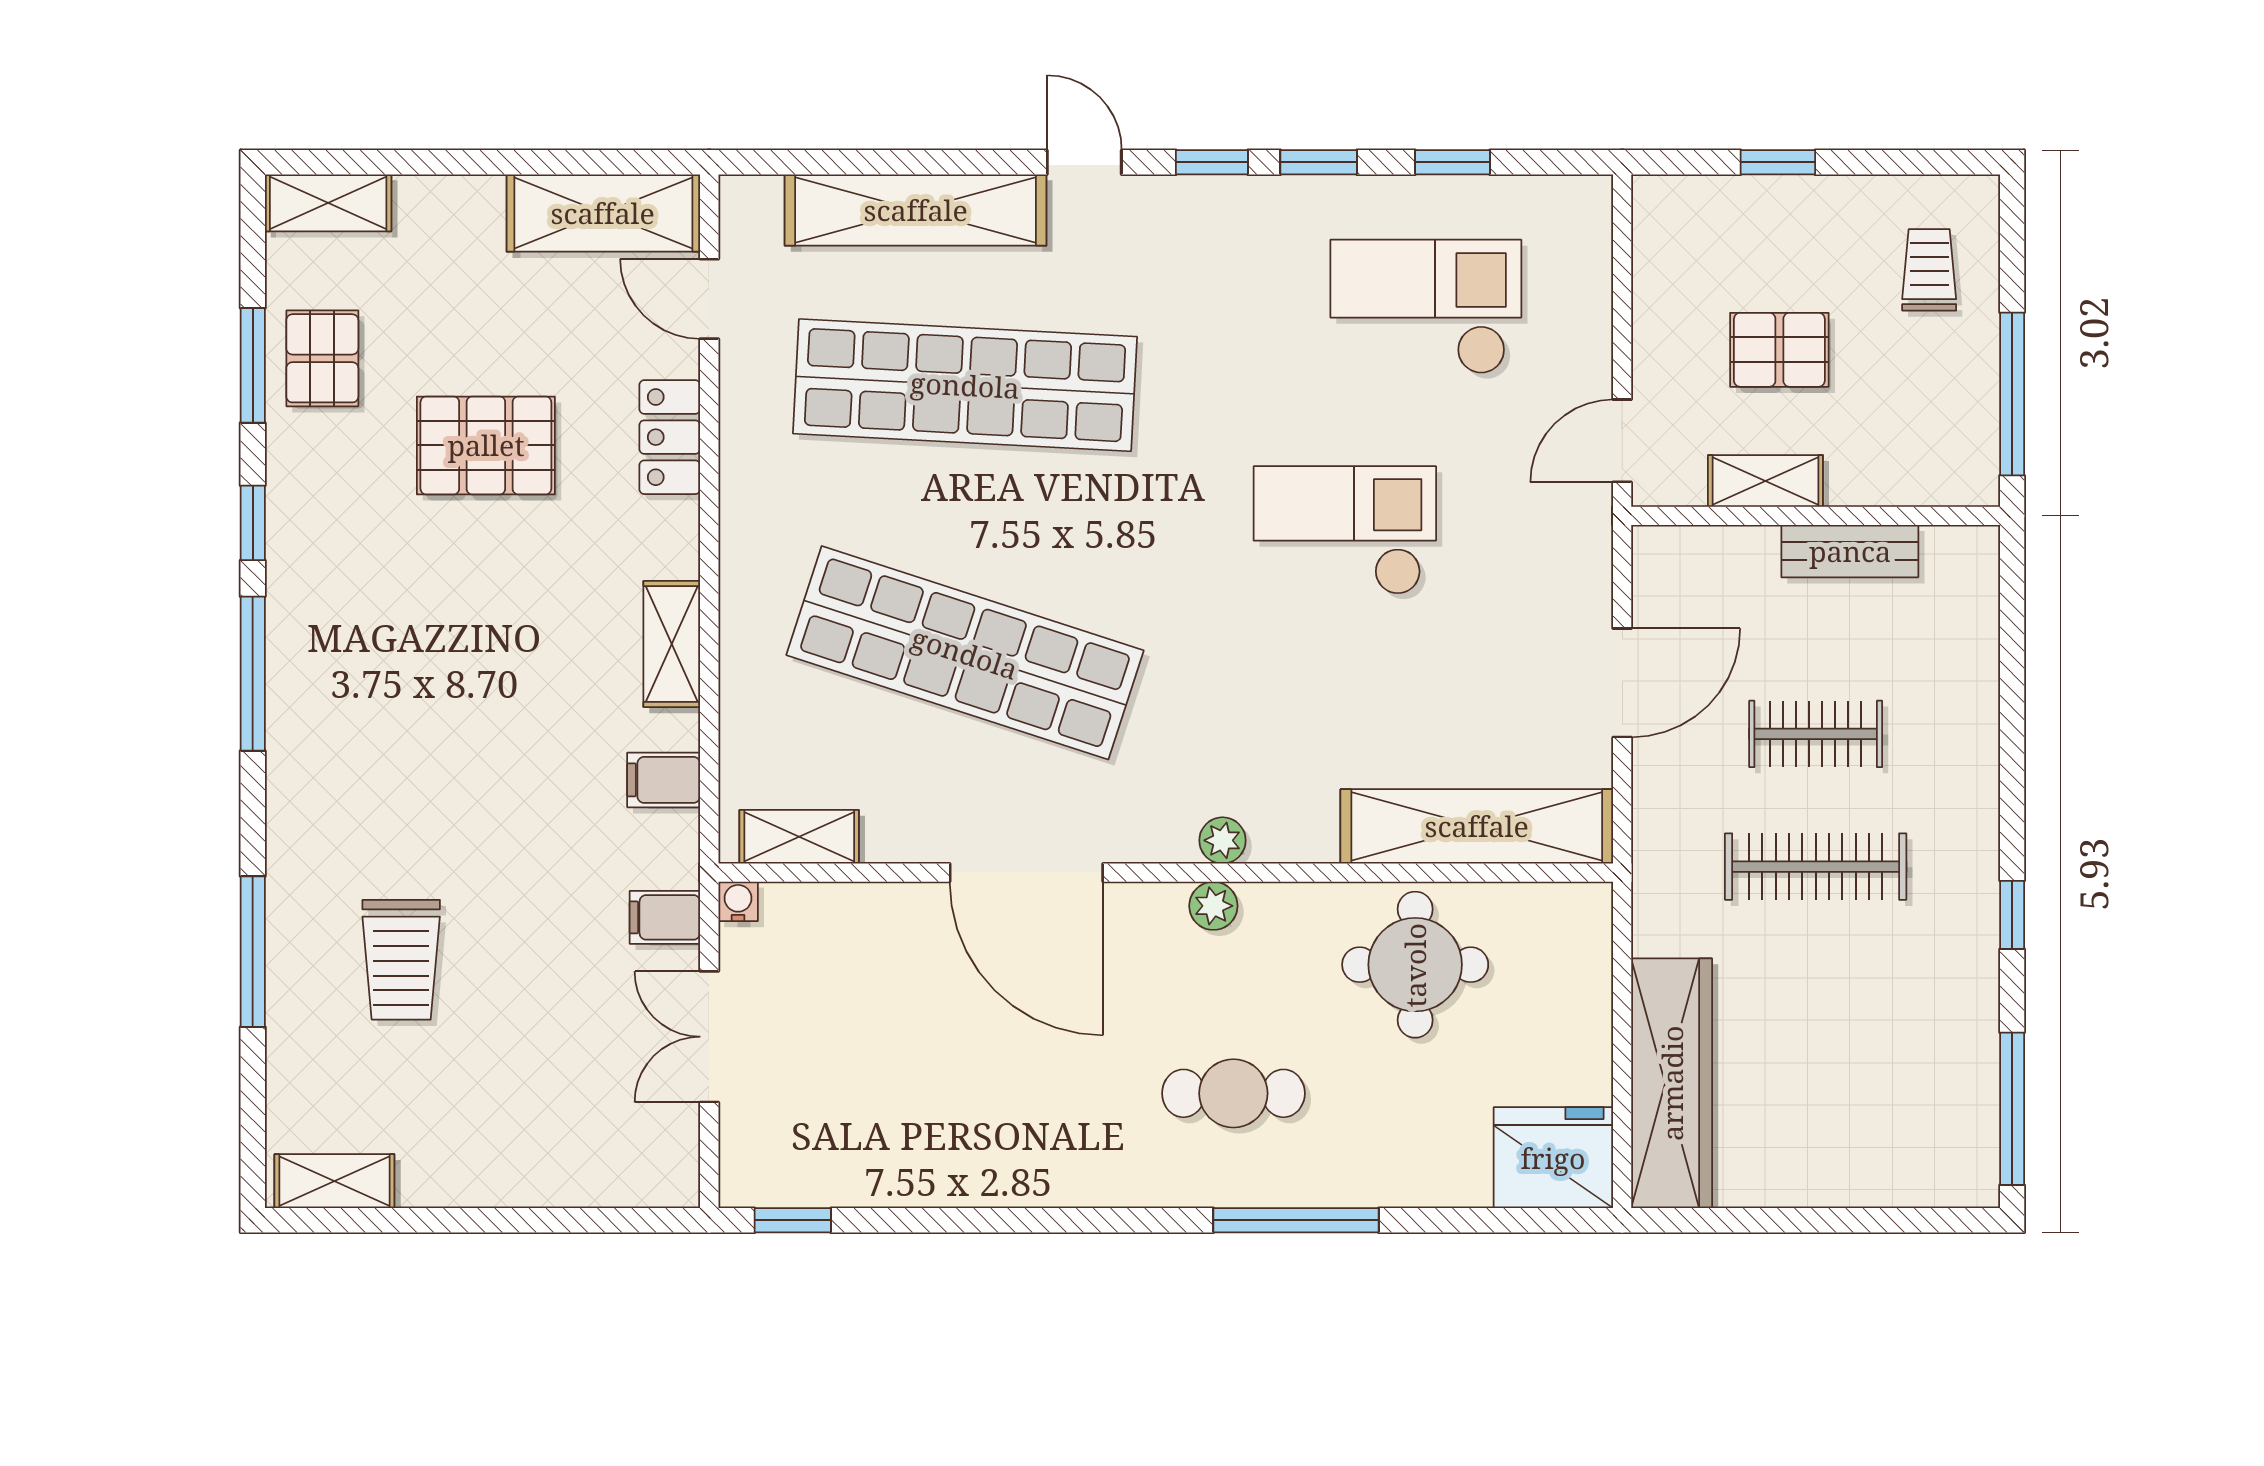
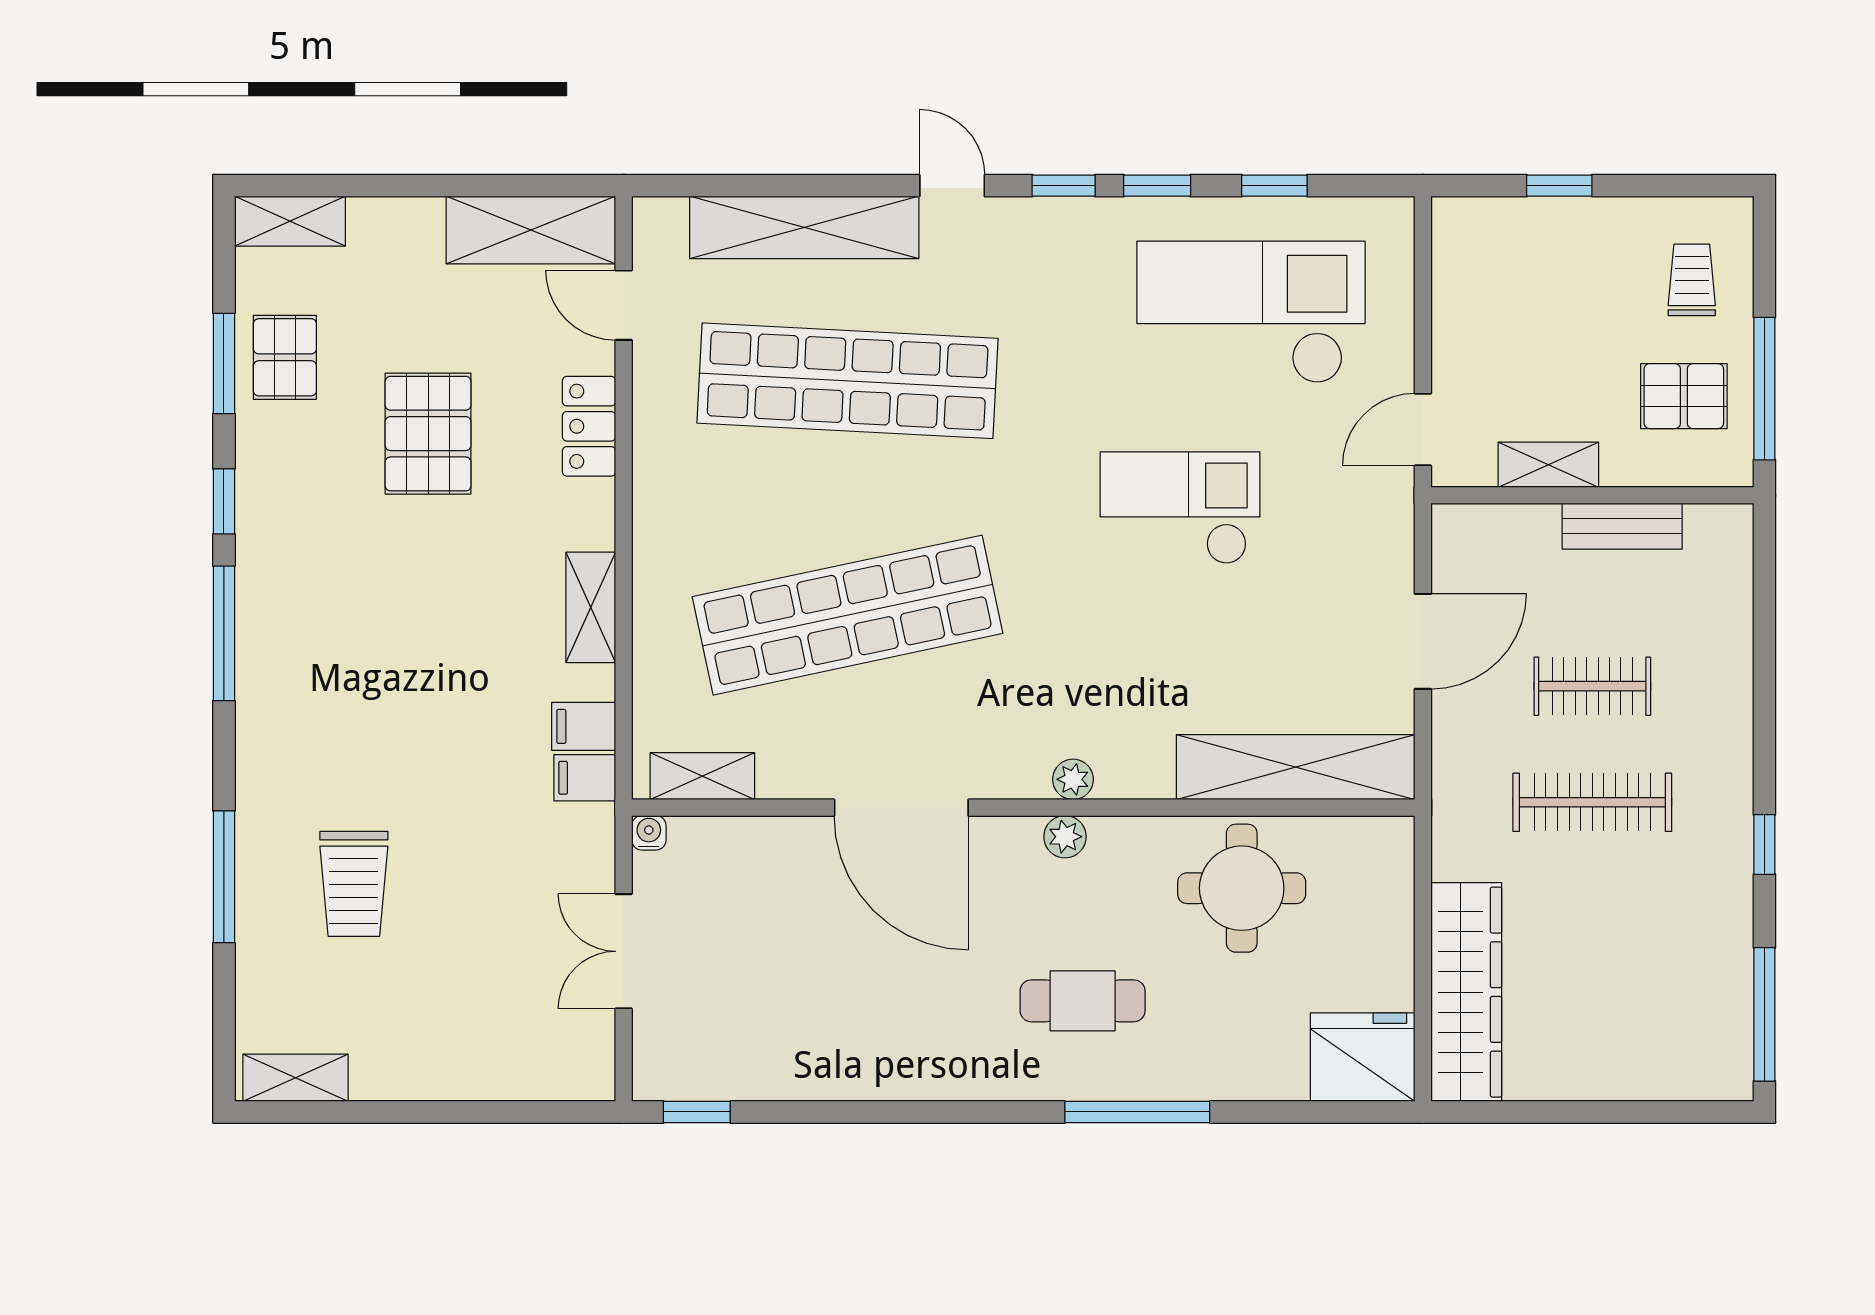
checkout: (1426, 307) -> (1251, 312), width x1.36, depth x1.21
pallet: (1779, 350) -> (1684, 396), moved
pallet: (486, 445) -> (428, 434), turned 90
shop shelf: (965, 653) -> (848, 615), turned -30
filing cabinet: (665, 917) -> (585, 778), moved

